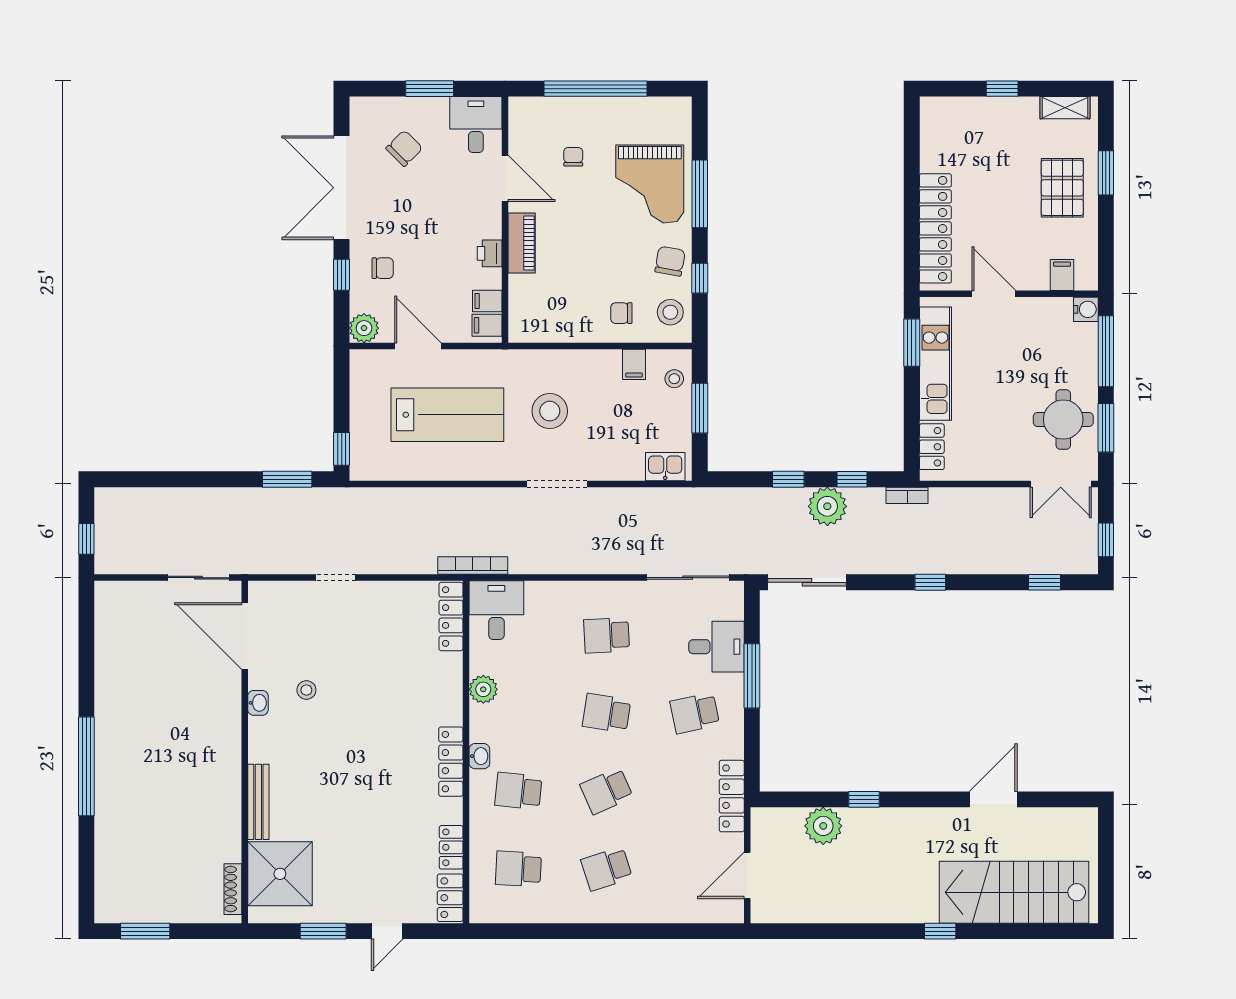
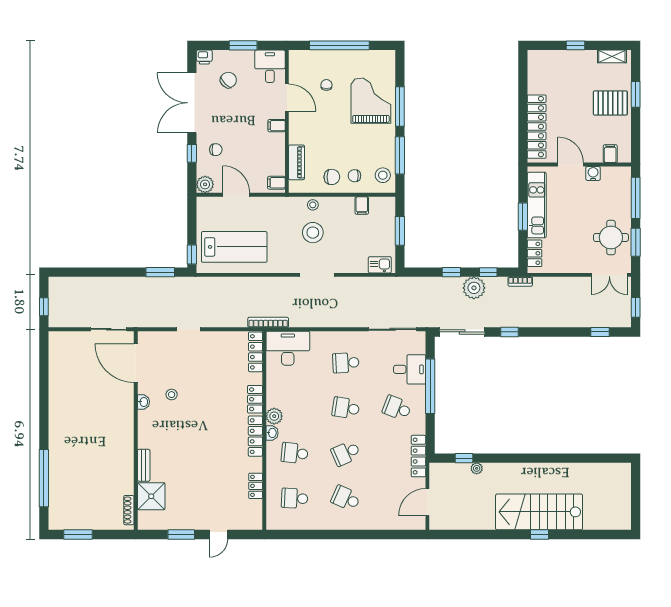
grand piano: (650, 184) -> (371, 101), turned 180
pallet: (1062, 188) -> (610, 103), turned 90
piano: (522, 243) -> (297, 162), moved
printer: (490, 253) -> (204, 57), moved, turned -90
chair: (670, 261) -> (332, 177), moved, turned 80
window: (700, 278) -> (400, 155), width x2.17
filing cabinet: (487, 301) -> (277, 126), moved
water cooler: (1086, 309) -> (593, 173), moved, turned -90
window: (912, 343) -> (523, 217), moved
stool: (674, 379) -> (313, 205), moved
lab bench: (447, 415) -> (234, 247), moved
window: (930, 582) -> (510, 332), moved
desk: (496, 610) -> (288, 348), width x1.37
window: (752, 676) -> (430, 386), width x1.46
plant: (483, 689) -> (274, 416), moved
school desk: (695, 713) -> (397, 408), turned 33
window: (86, 766) -> (44, 478), moved
window: (864, 799) -> (464, 458), moved
door: (993, 799) -> (570, 458), removed
bench: (258, 802) -> (144, 465), width x0.73
plant: (823, 826) -> (477, 468), width x0.53, depth x0.53
school desk: (607, 869) -> (346, 498), turned 42
shower: (280, 874) -> (151, 496), width x0.73, depth x0.73
stairs: (1014, 892) -> (539, 512), moved
locker: (450, 898) -> (255, 399), moved

